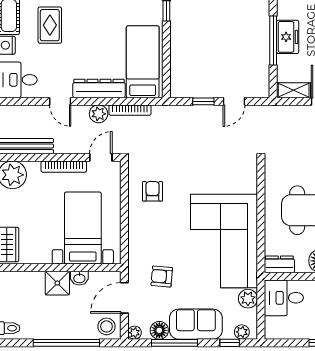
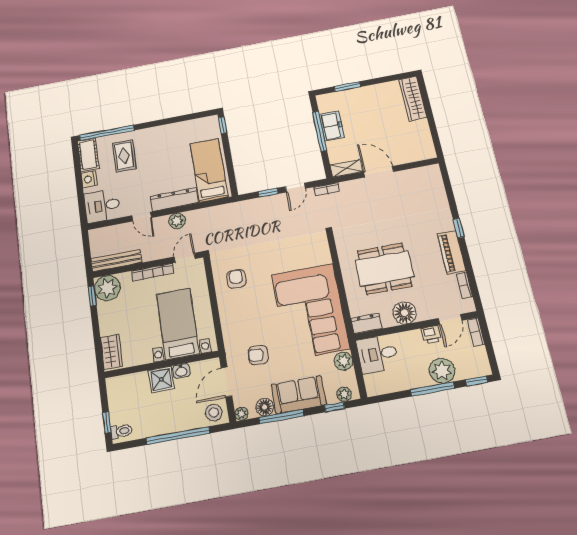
bookcase: (130, 110) -> (327, 189), moved, width x0.64

